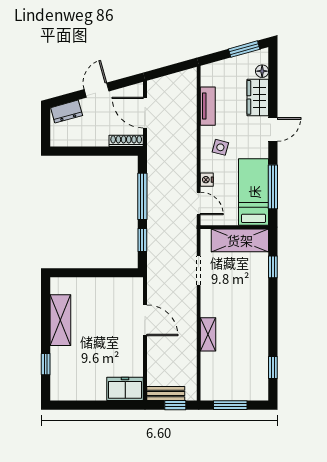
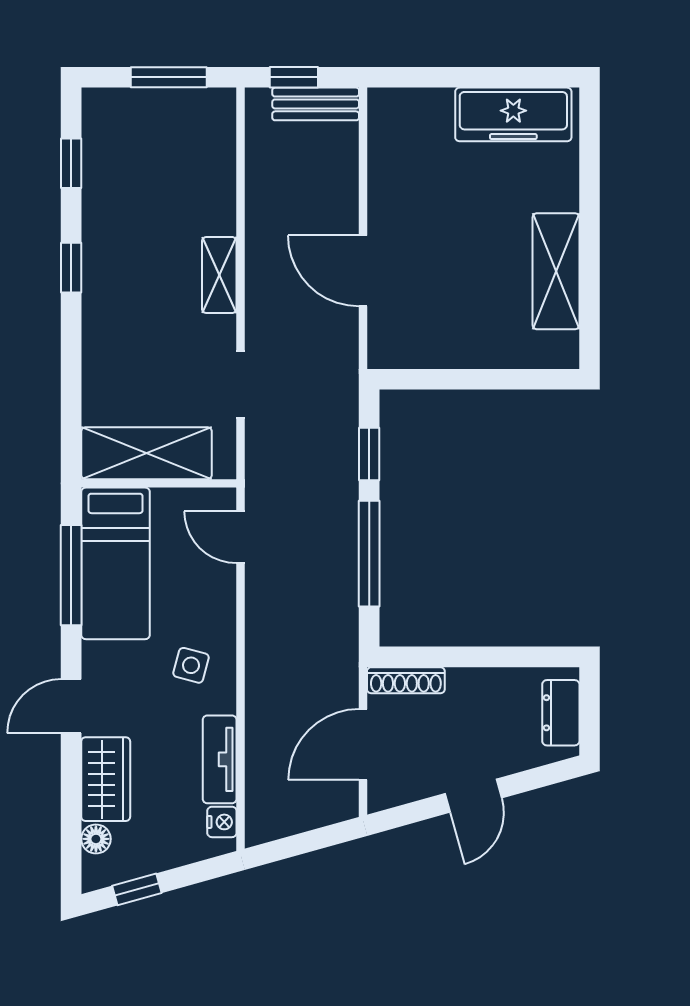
window: (244, 49) -> (137, 889), width x0.67
dresser: (67, 112) -> (561, 713), moved, turned -74
door: (145, 113) -> (363, 744), swing flipped
nightstand: (207, 180) -> (222, 822), moved
window: (273, 267) -> (71, 268), moved
shelving: (208, 334) -> (219, 275), moved
window: (46, 364) -> (589, 171), removed
freezer: (125, 389) -> (513, 114), moved, width x1.40

